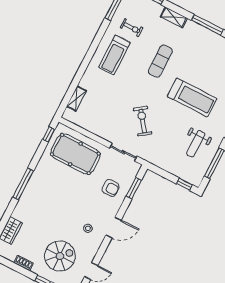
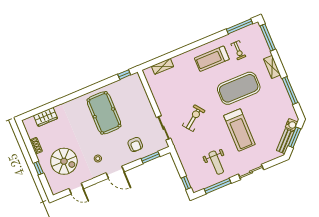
exercise mat: (160, 61) -> (239, 88), width x2.00, depth x1.45
weight bench: (196, 144) -> (216, 163), turned -90
pool table: (75, 154) -> (104, 113), moved
window: (23, 184) -> (80, 93), removed

